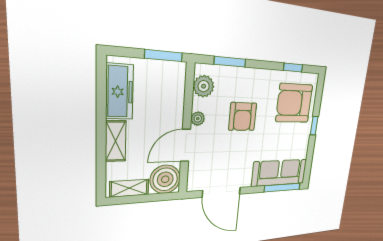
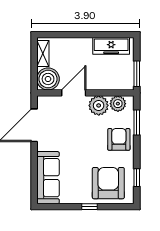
armchair: (243, 117) -> (119, 139), moved, turned 90
plant: (198, 119) -> (99, 105), width x1.87, depth x1.87
shelving: (116, 141) -> (78, 44), removed
door: (186, 145) -> (74, 93), hinge flipped
window: (282, 188) -> (34, 182), removed

